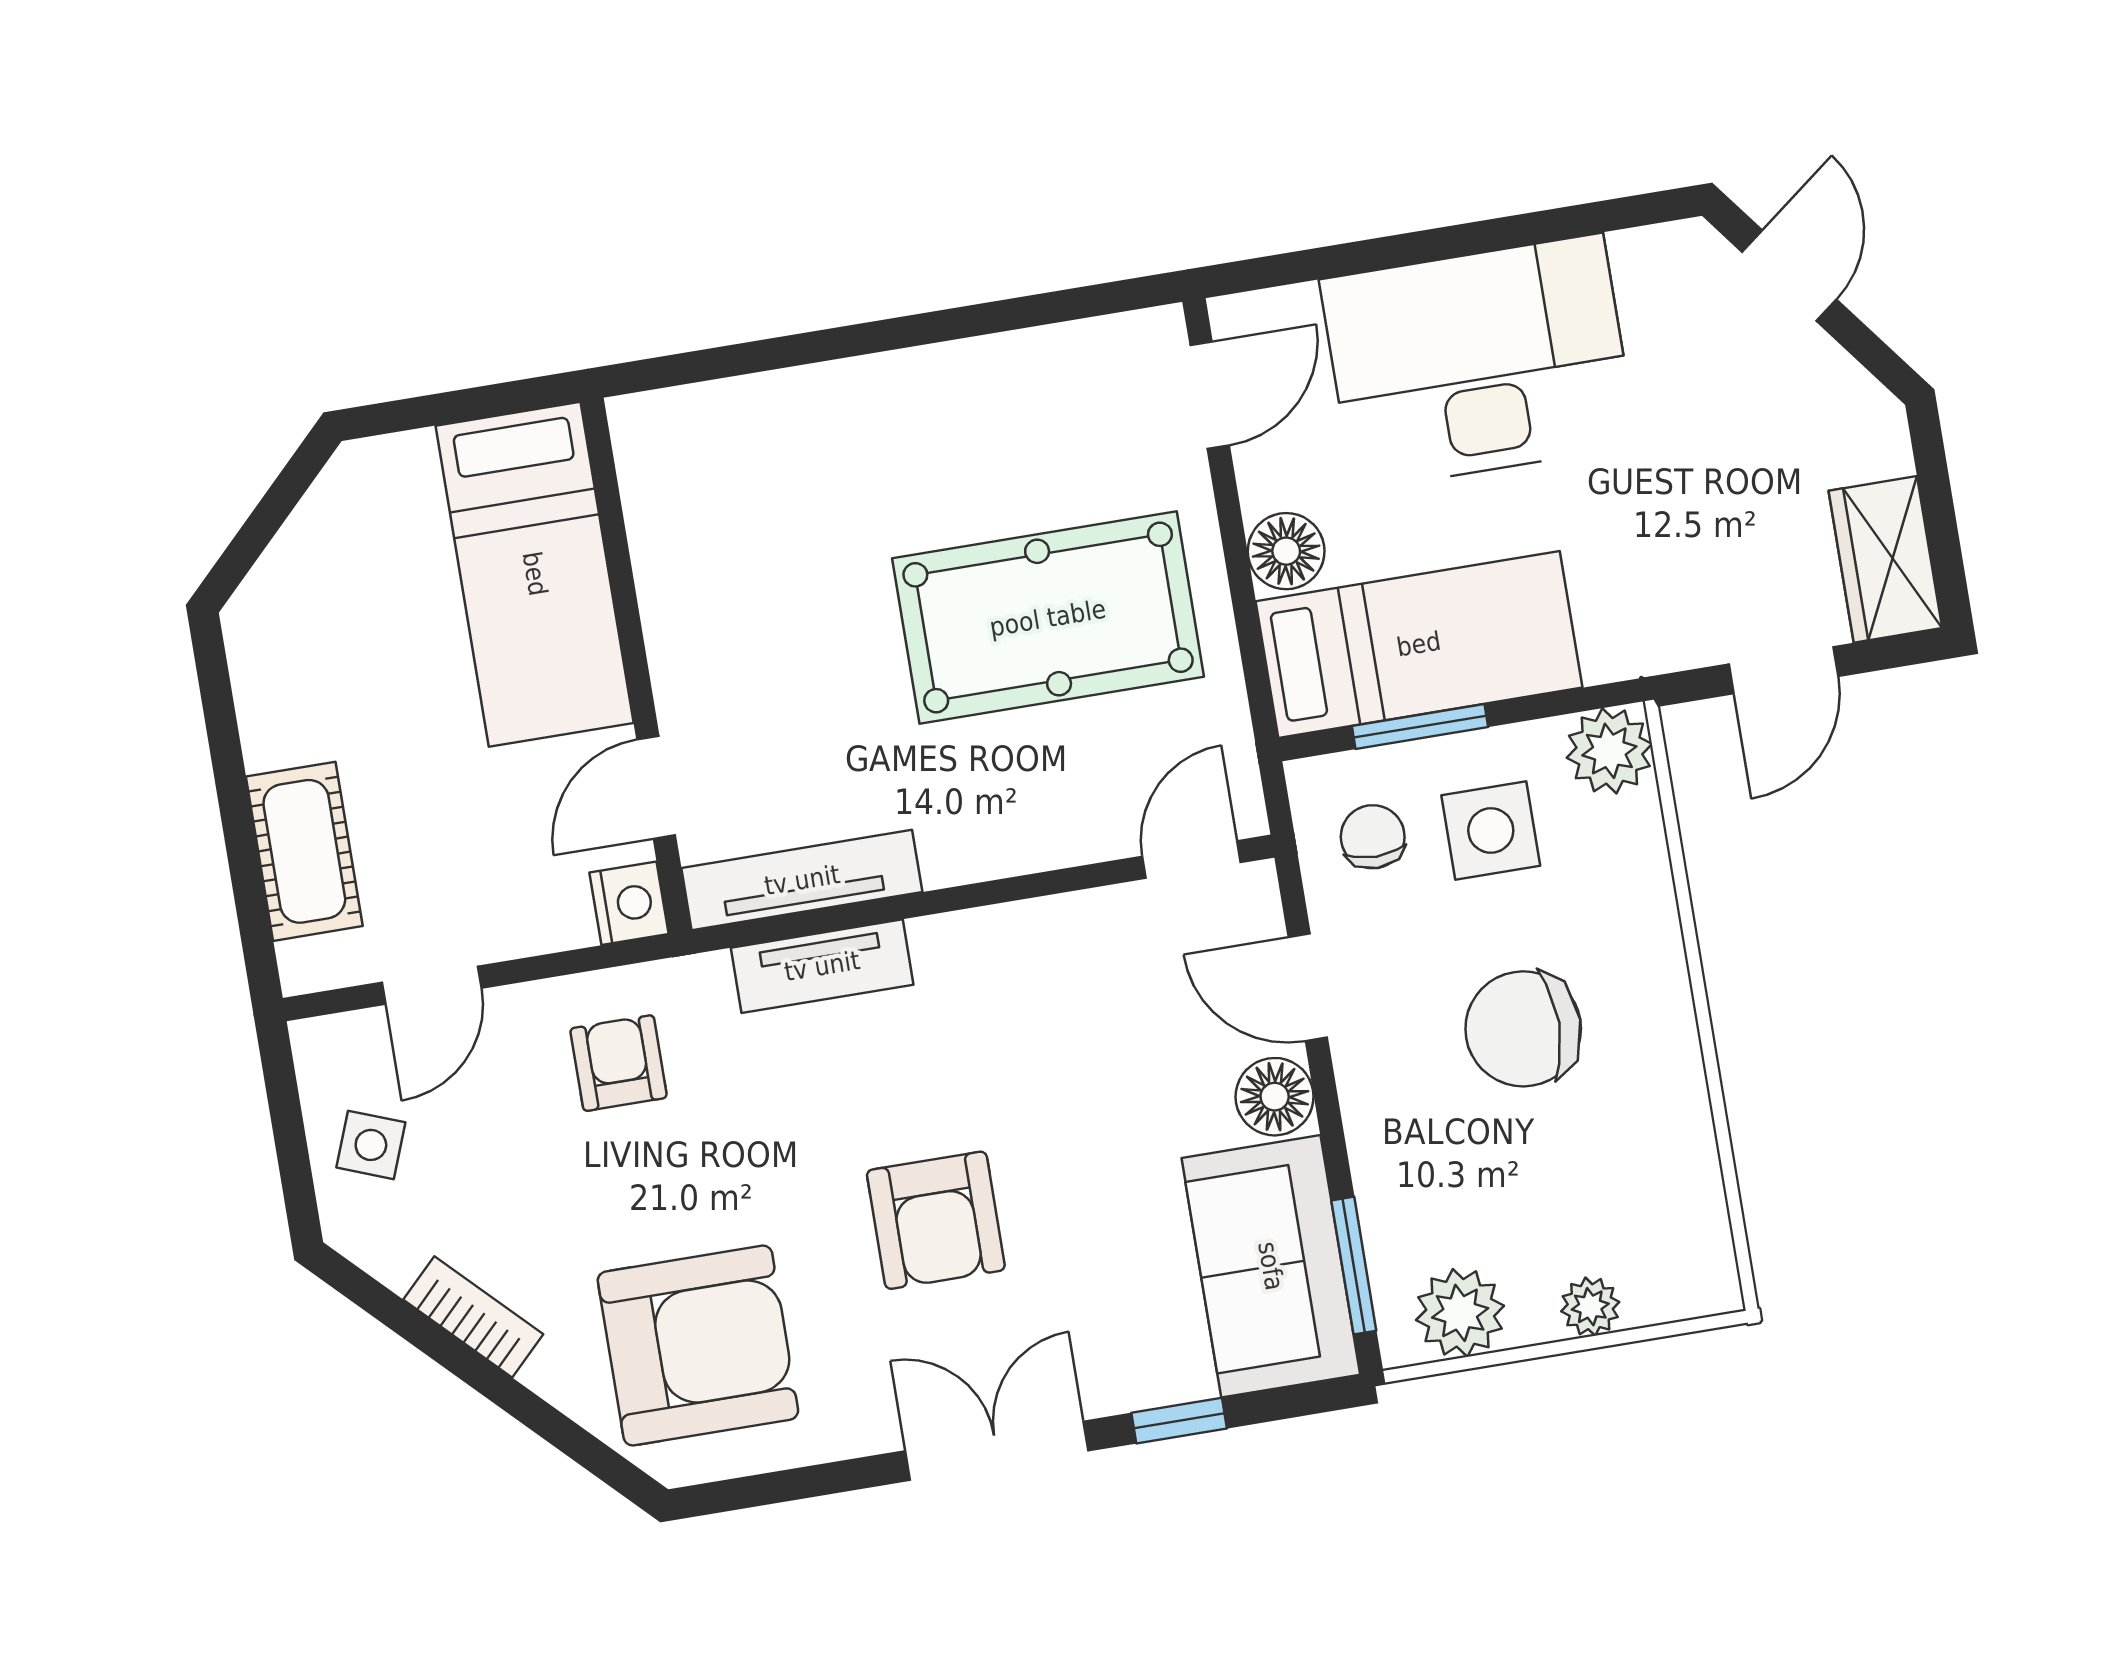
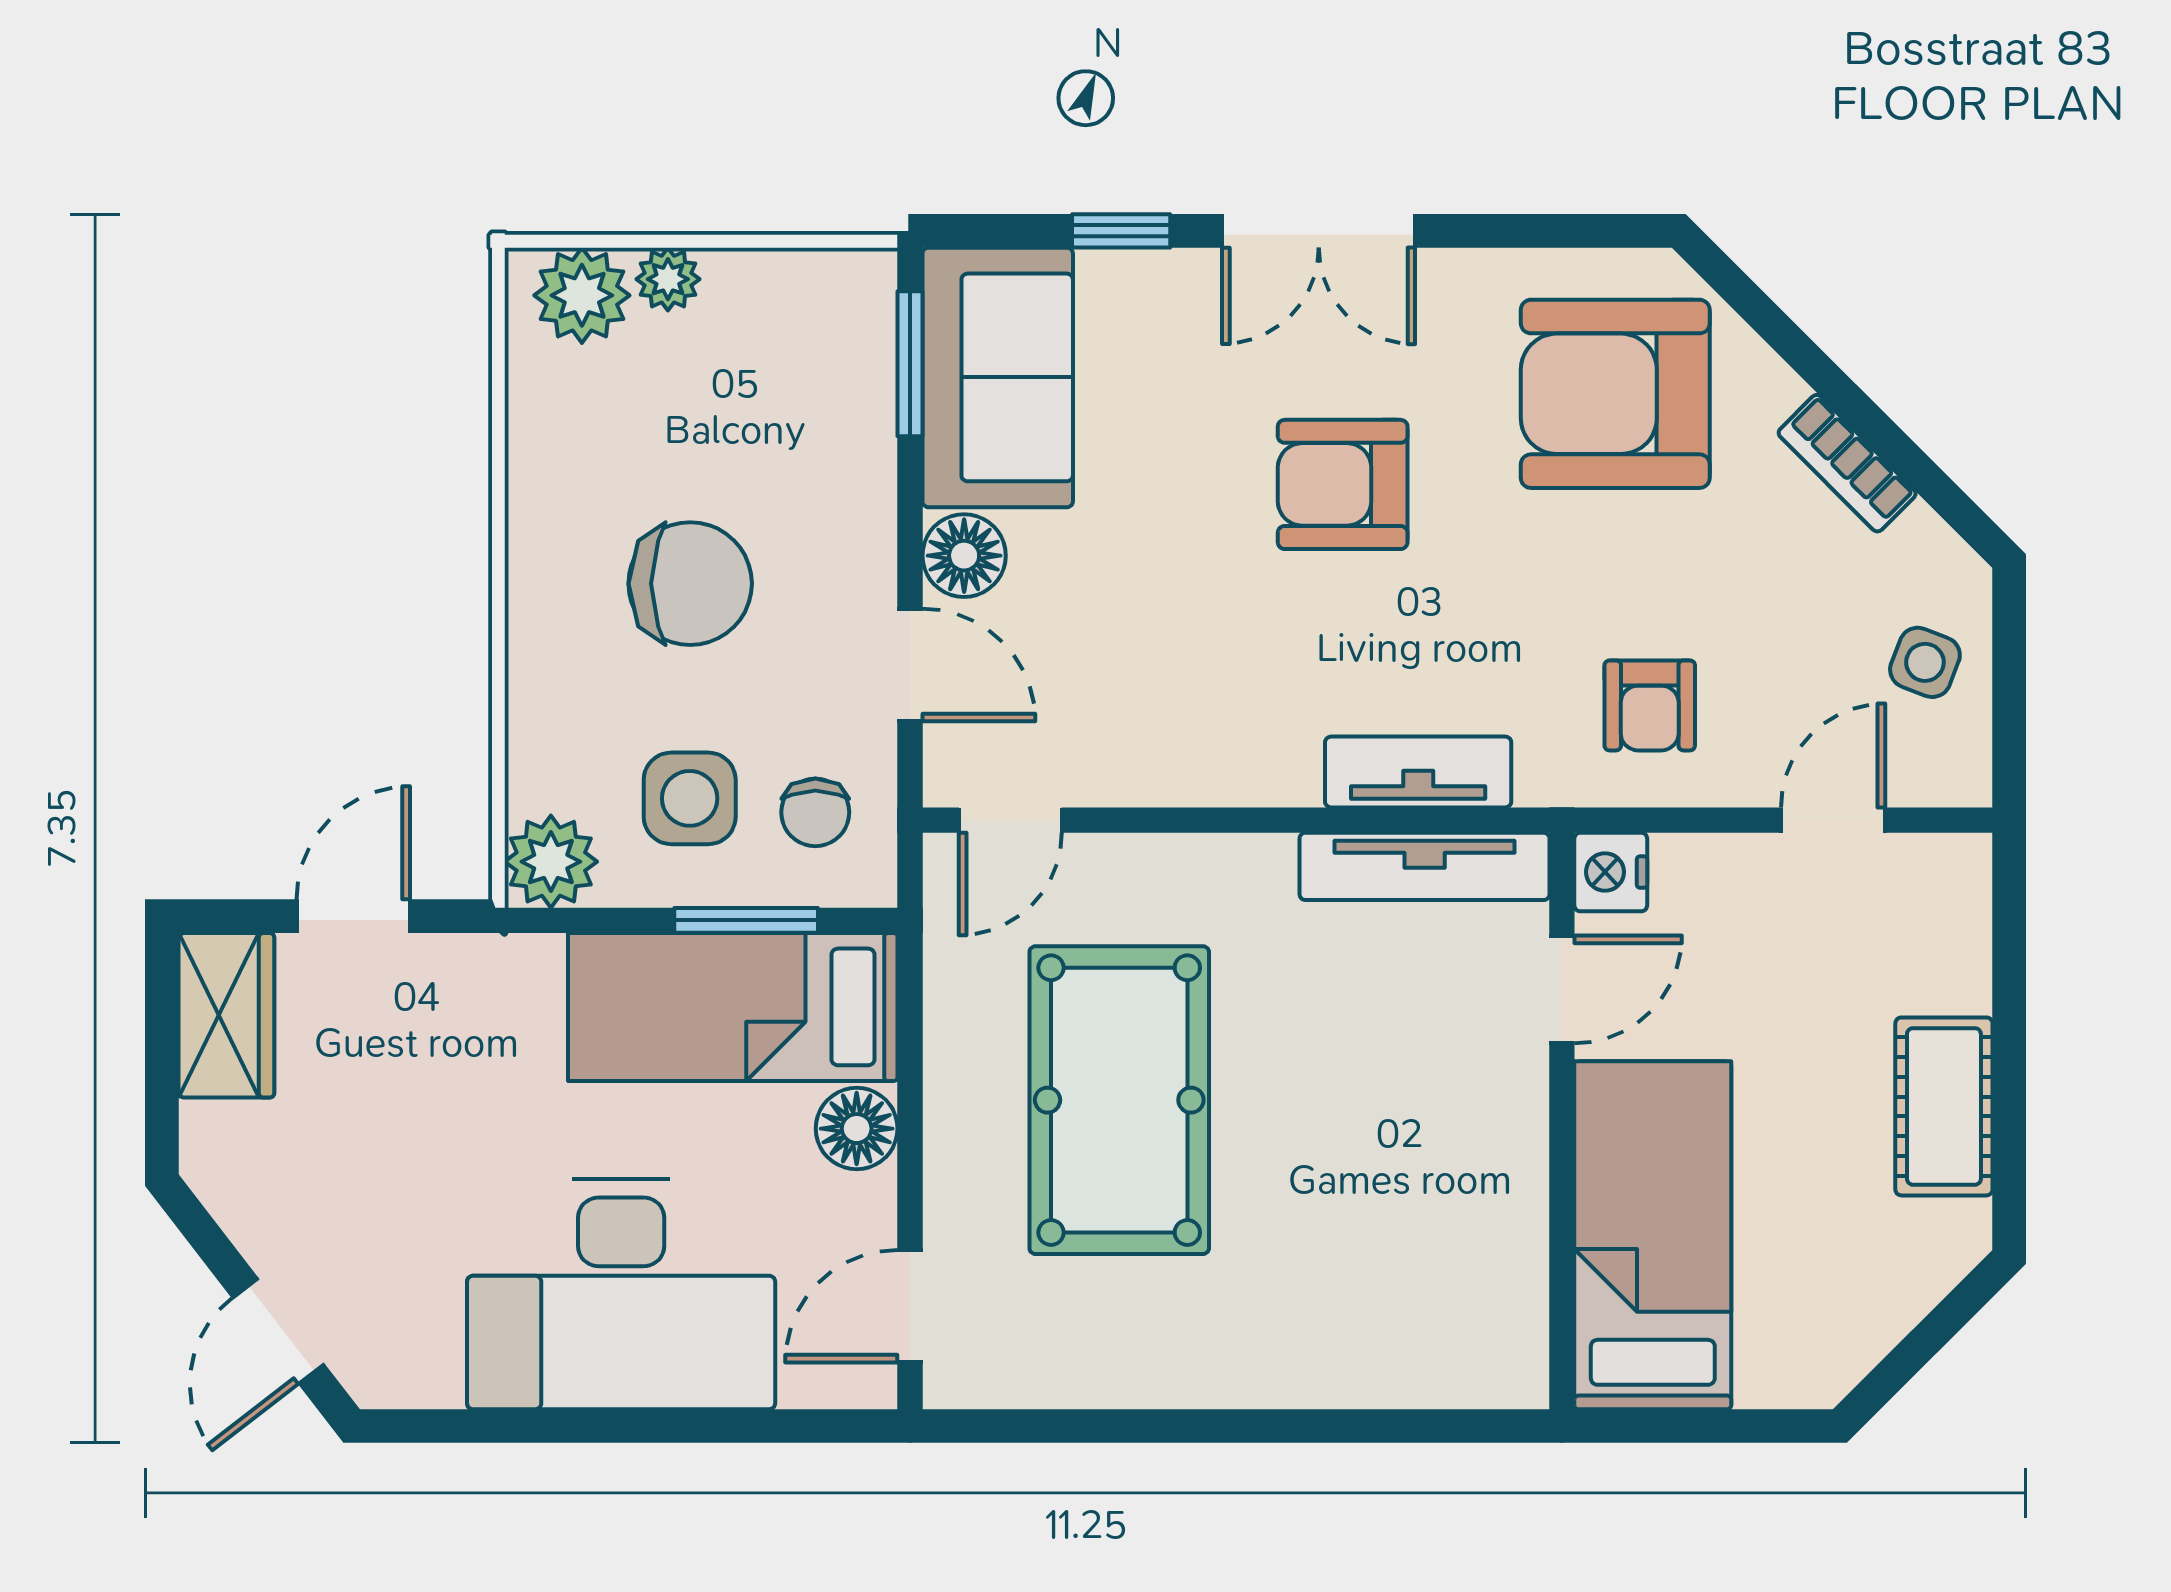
pool table: (1048, 618) -> (1119, 1100), turned 90
cot: (304, 851) -> (1944, 1106), moved
armchair: (936, 1220) -> (1343, 484), turned -90
plant: (1460, 1313) -> (582, 295), moved

